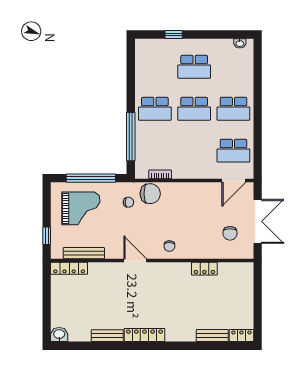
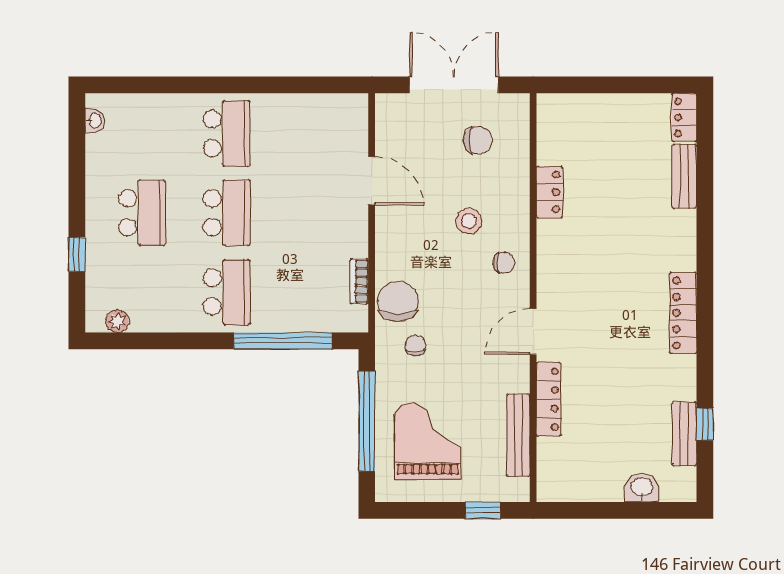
plant: (140, 54) -> (117, 321), added
school desk: (233, 151) -> (311, 134), removed
door: (234, 181) -> (372, 181), moved
stool: (190, 229) -> (469, 221), added
locker: (69, 268) -> (549, 399), moved
washbasin: (59, 334) -> (642, 488), moved, turned 90
bench: (107, 336) -> (684, 434), moved
window: (89, 346) -> (705, 424), added

